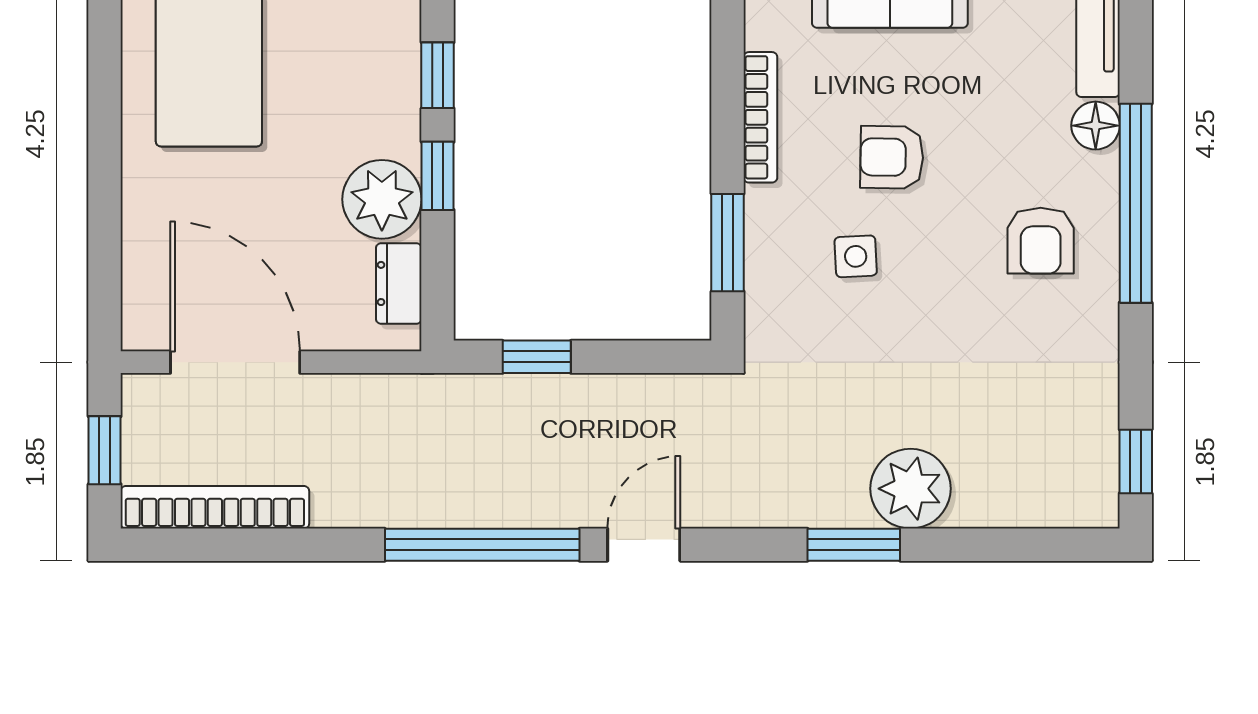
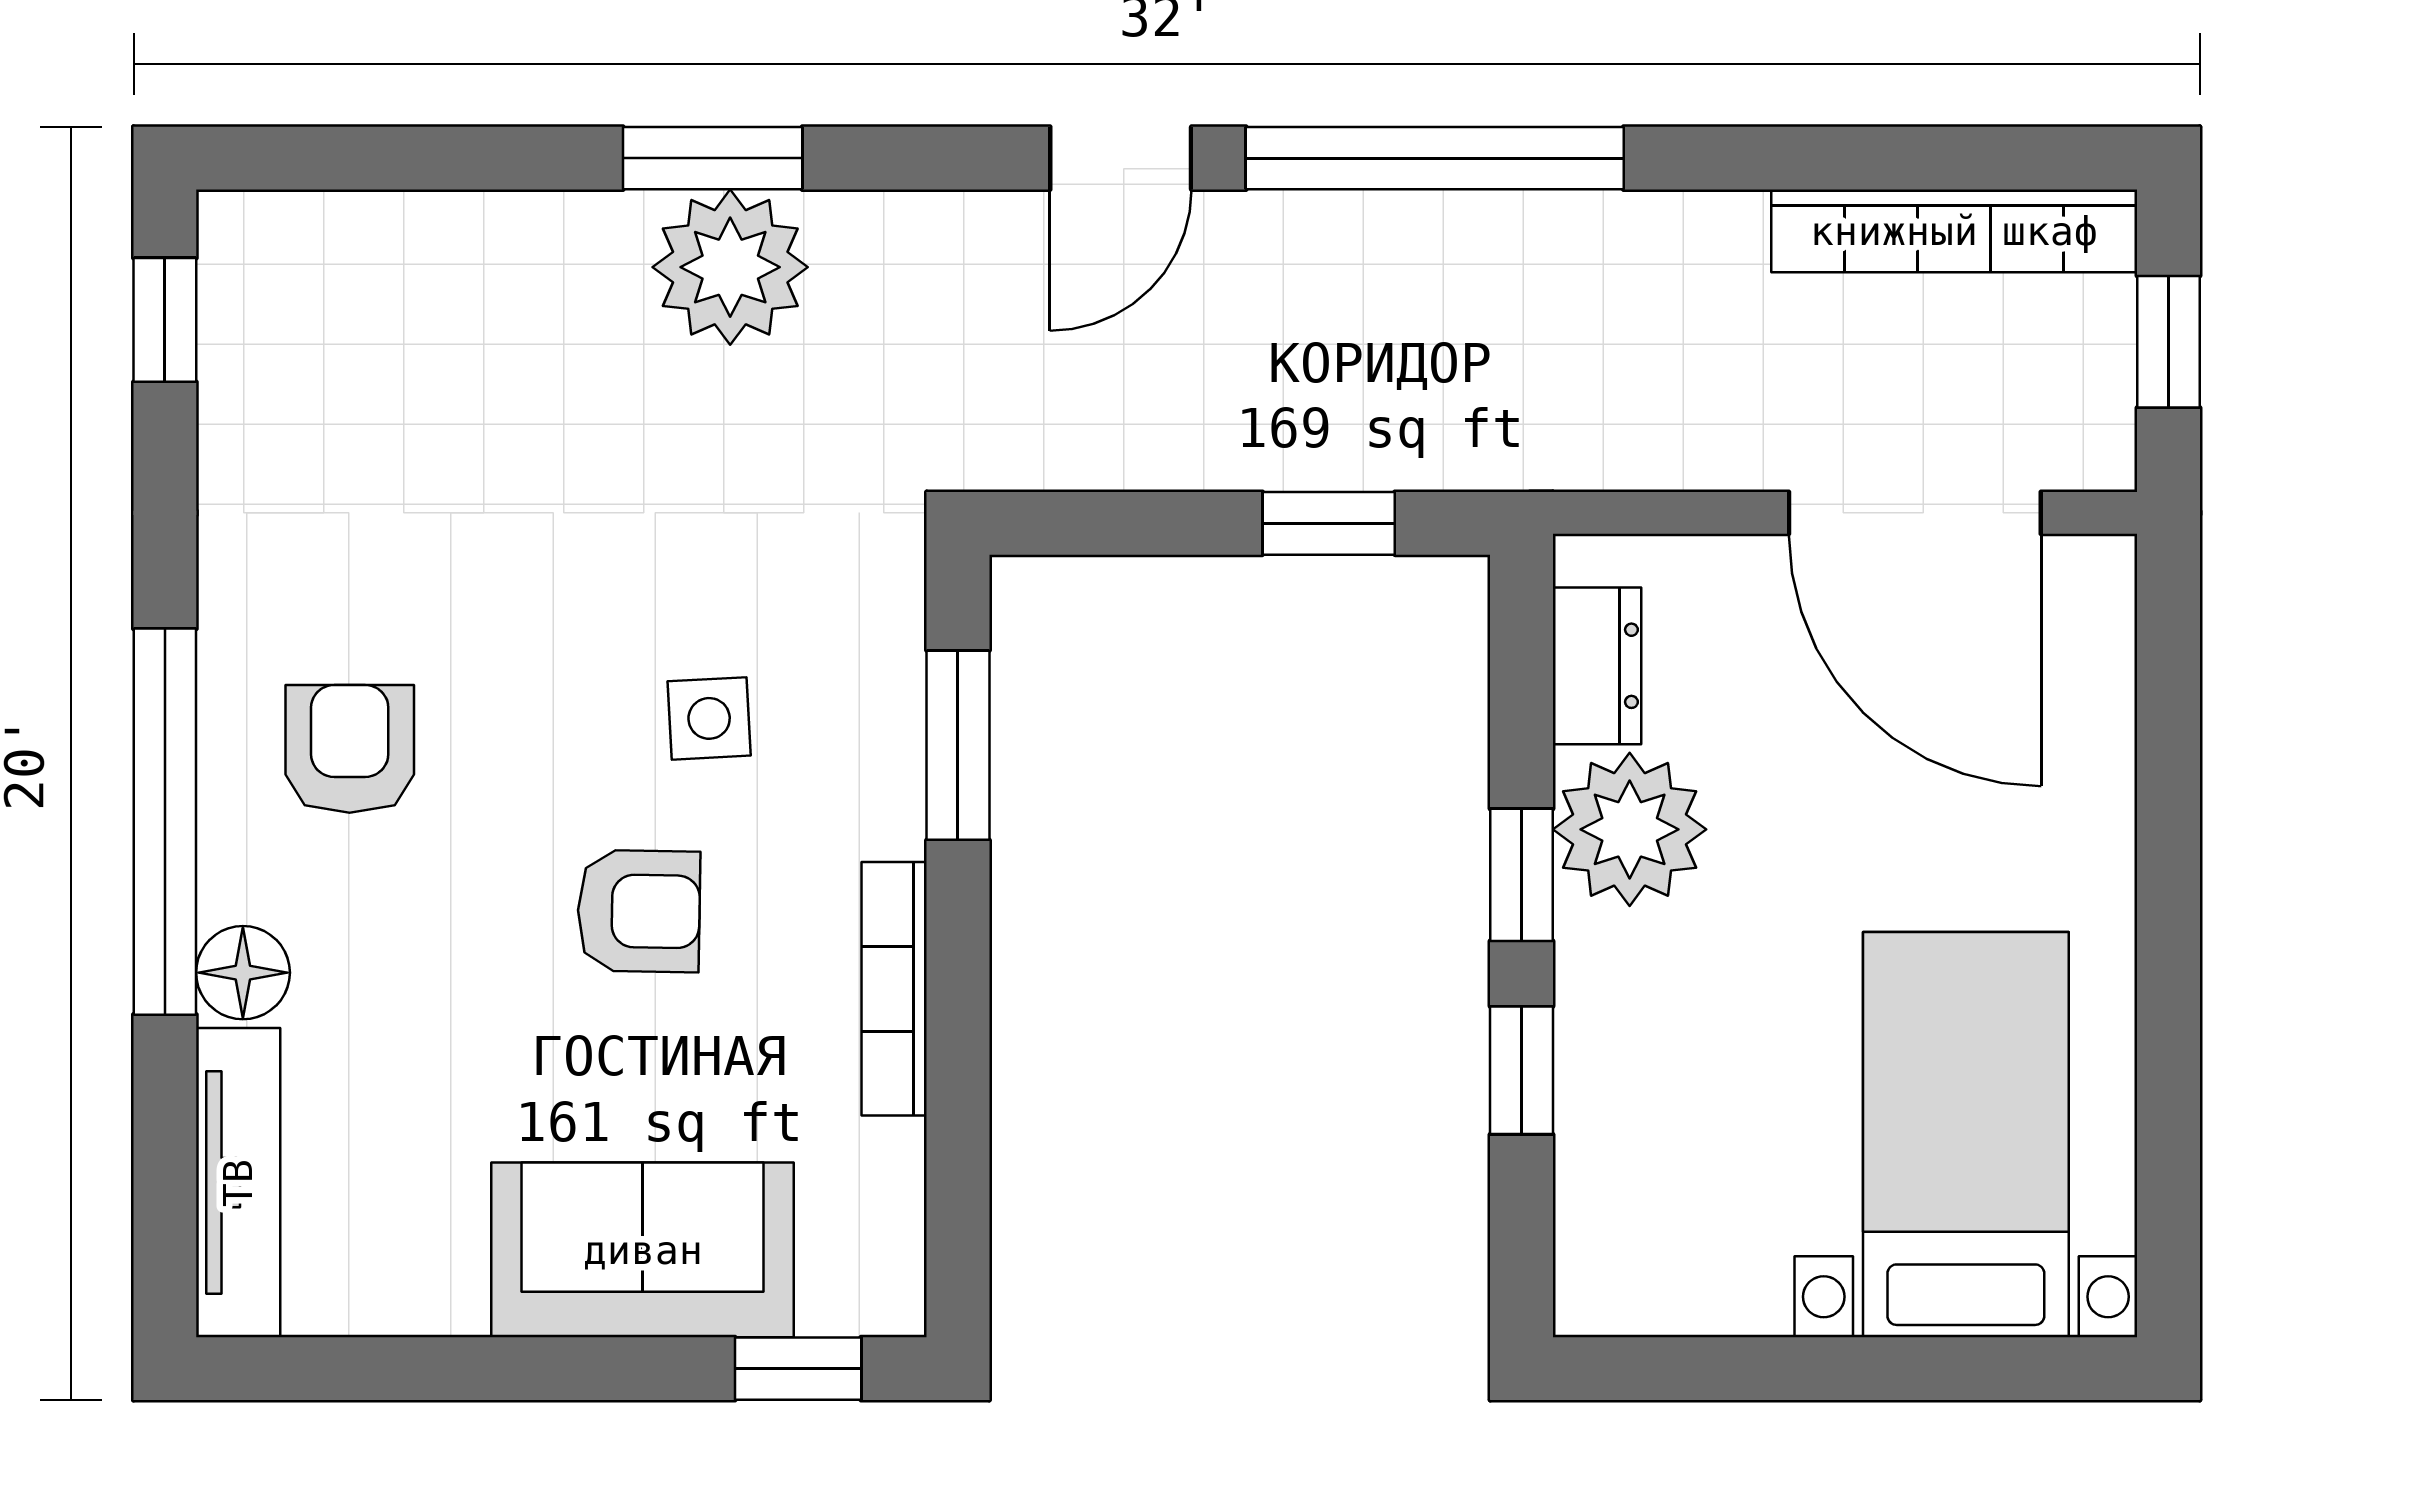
plant: (911, 489) -> (730, 267), moved

